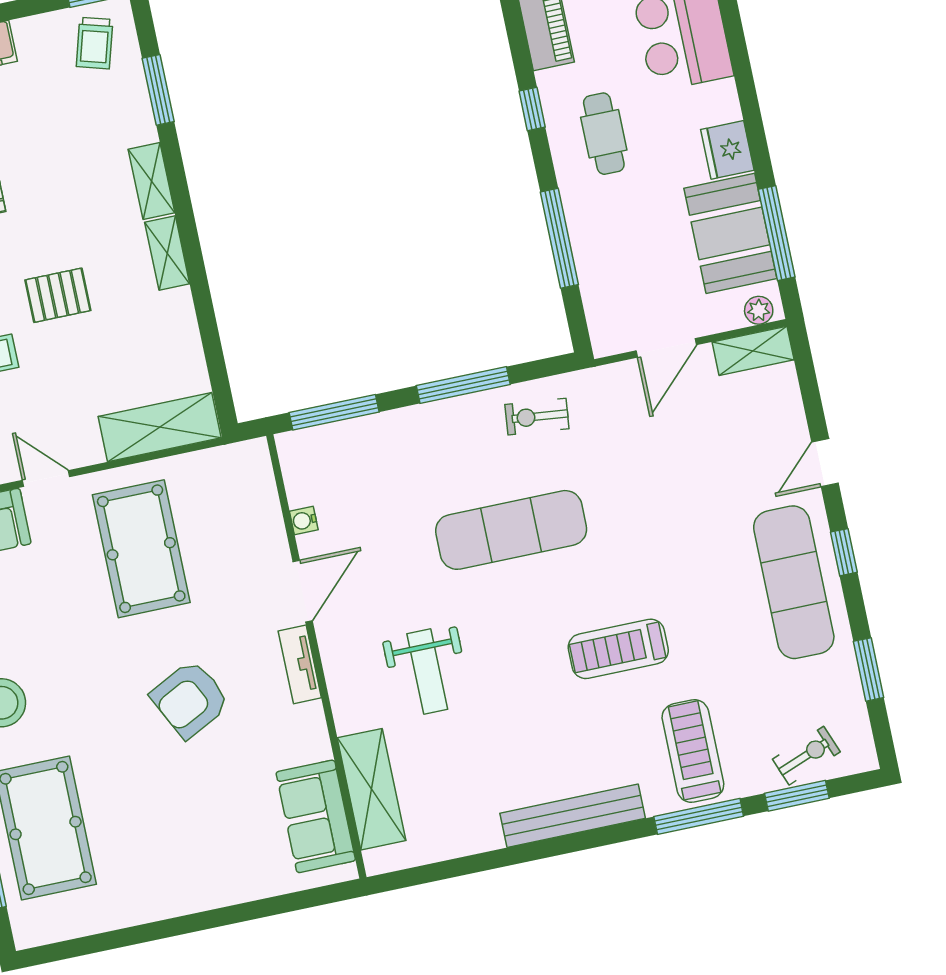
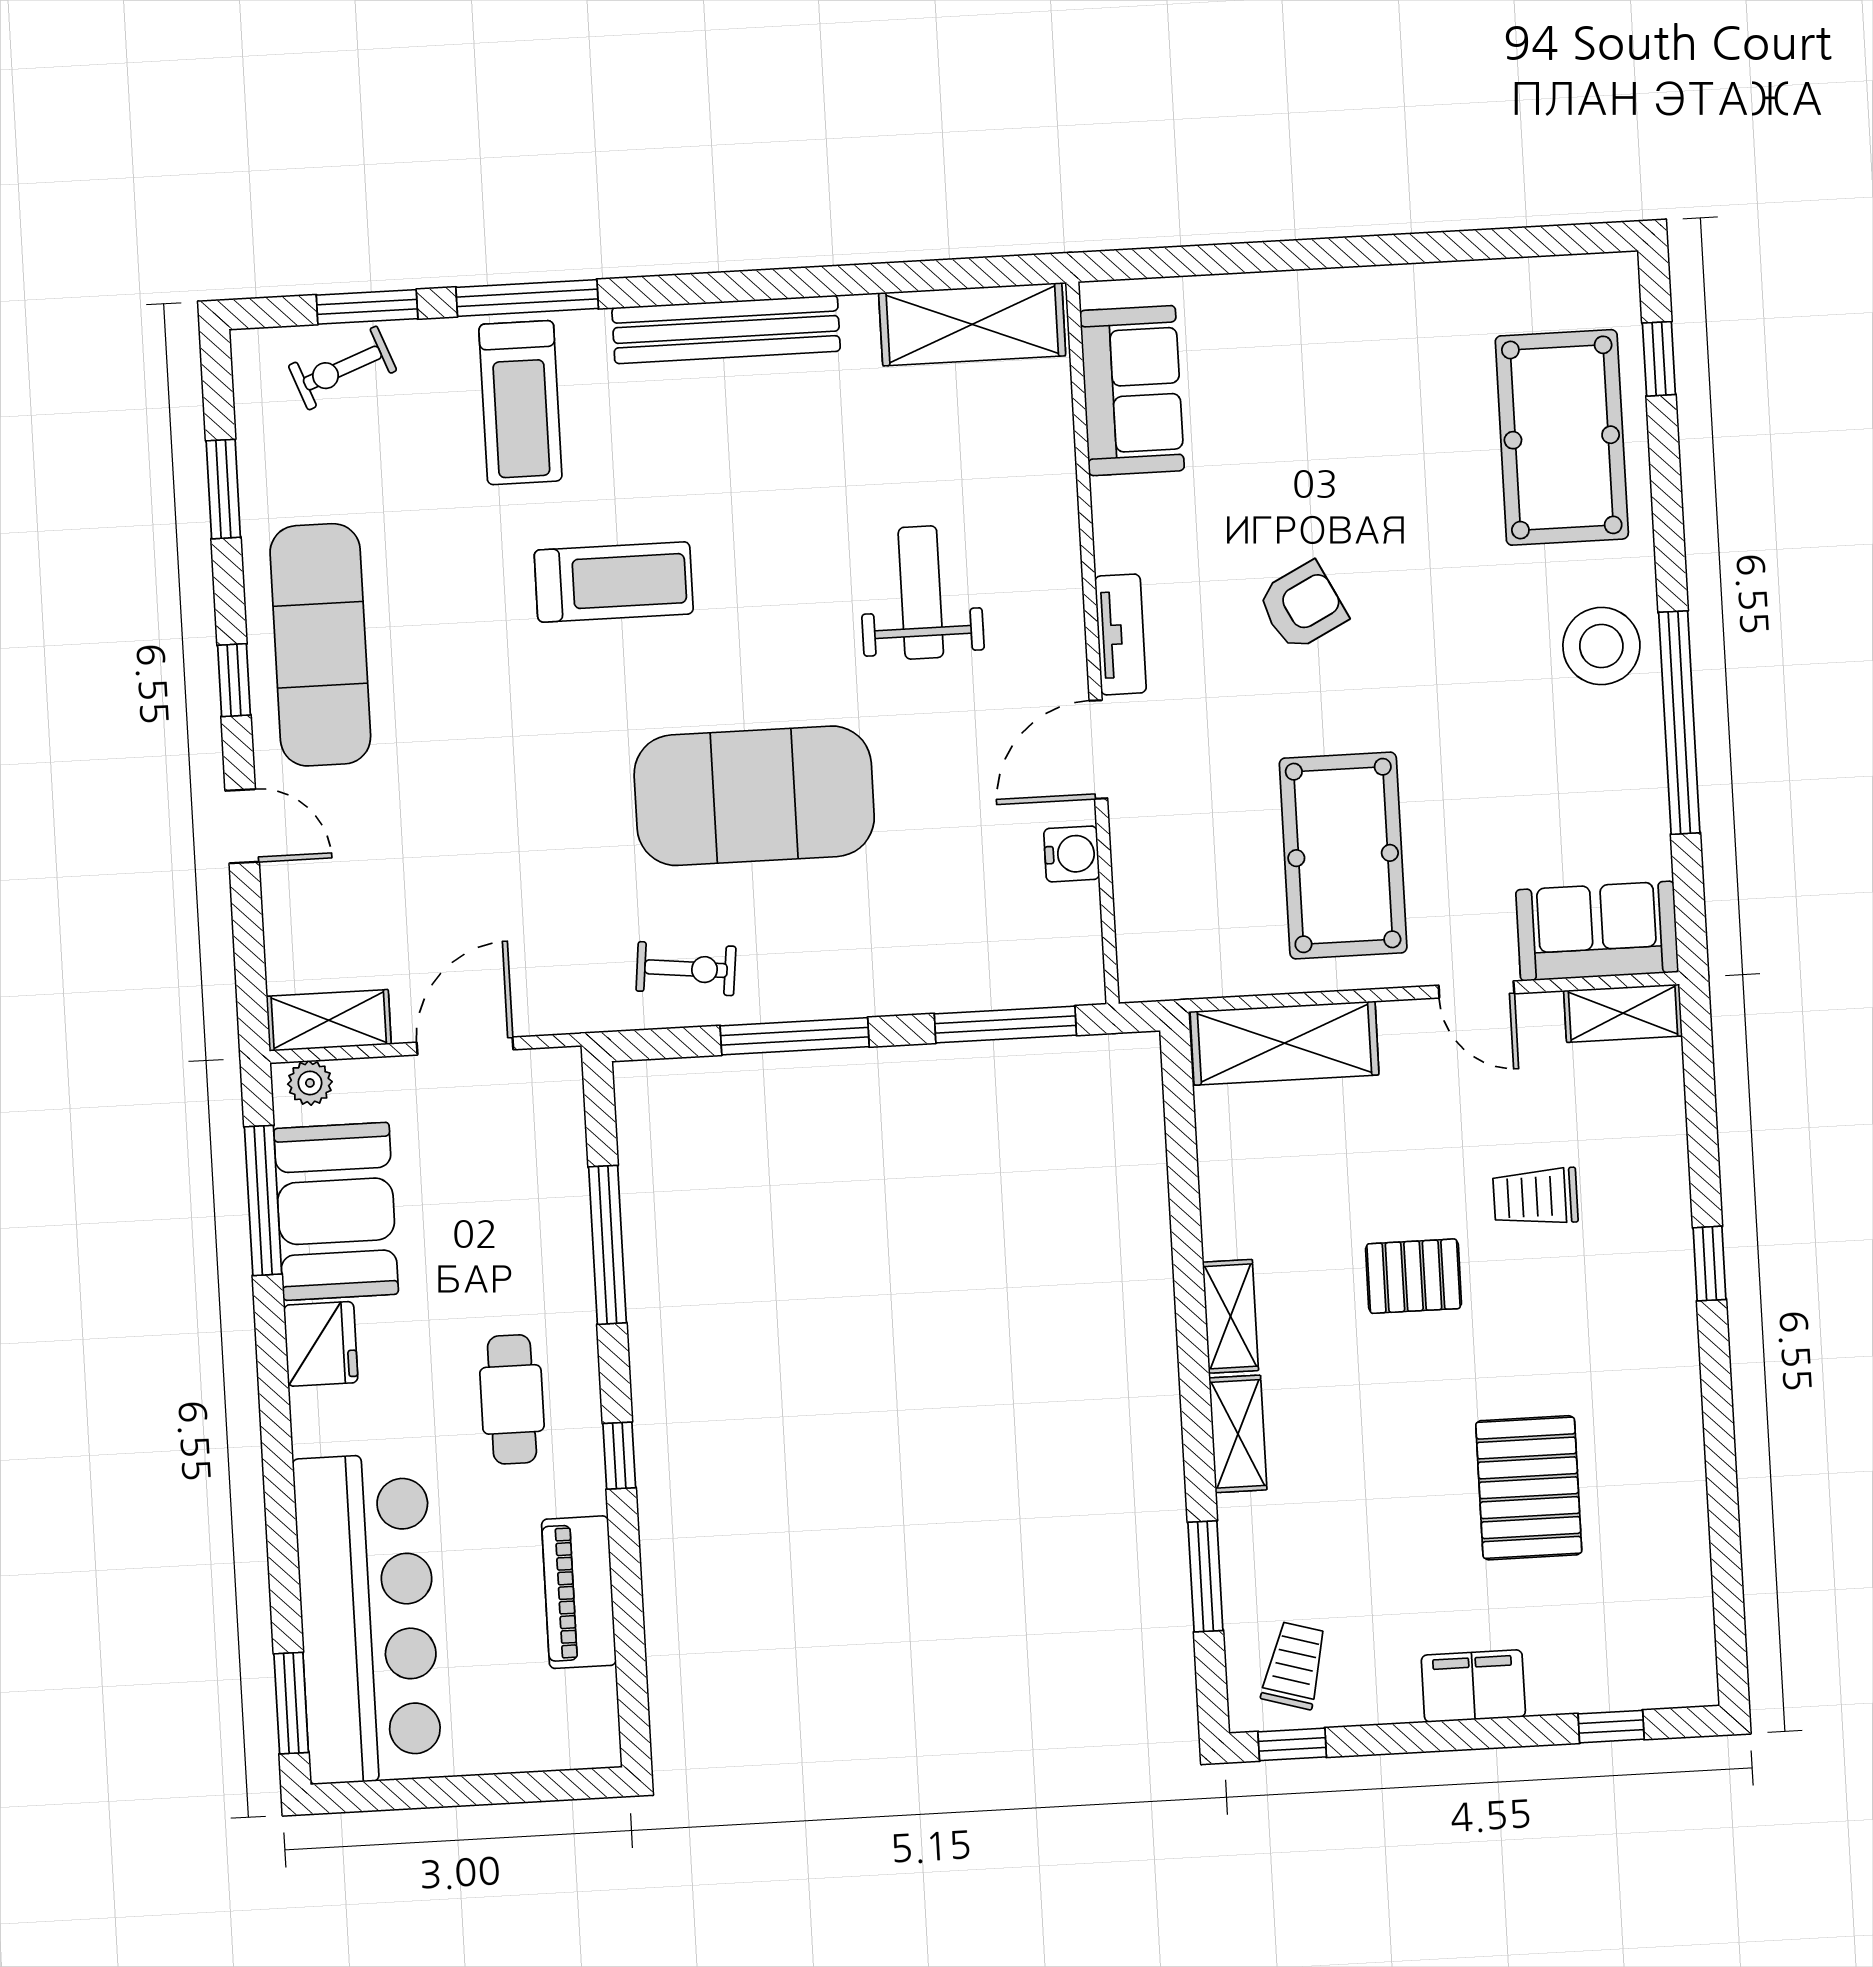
door: (825, 463) -> (242, 826), hinge flipped
water cooler: (304, 520) -> (1072, 854), width x1.38, depth x1.38
exercise mat: (511, 530) -> (754, 796), width x1.47
armchair: (190, 699) -> (1302, 606), width x0.72, depth x0.72
shelving: (371, 789) -> (972, 324), moved, turned 90

